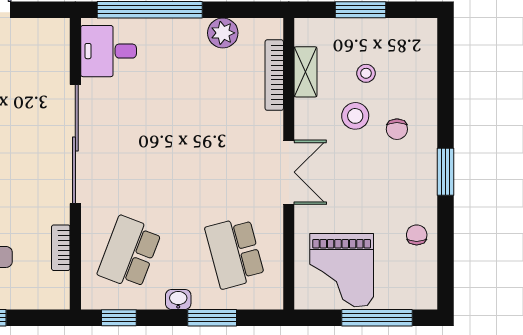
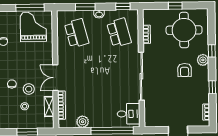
double door: (289, 172) -> (55, 78), moved
school desk: (129, 253) -> (119, 33), turned -36
window: (377, 318) -> (30, 8), moved

